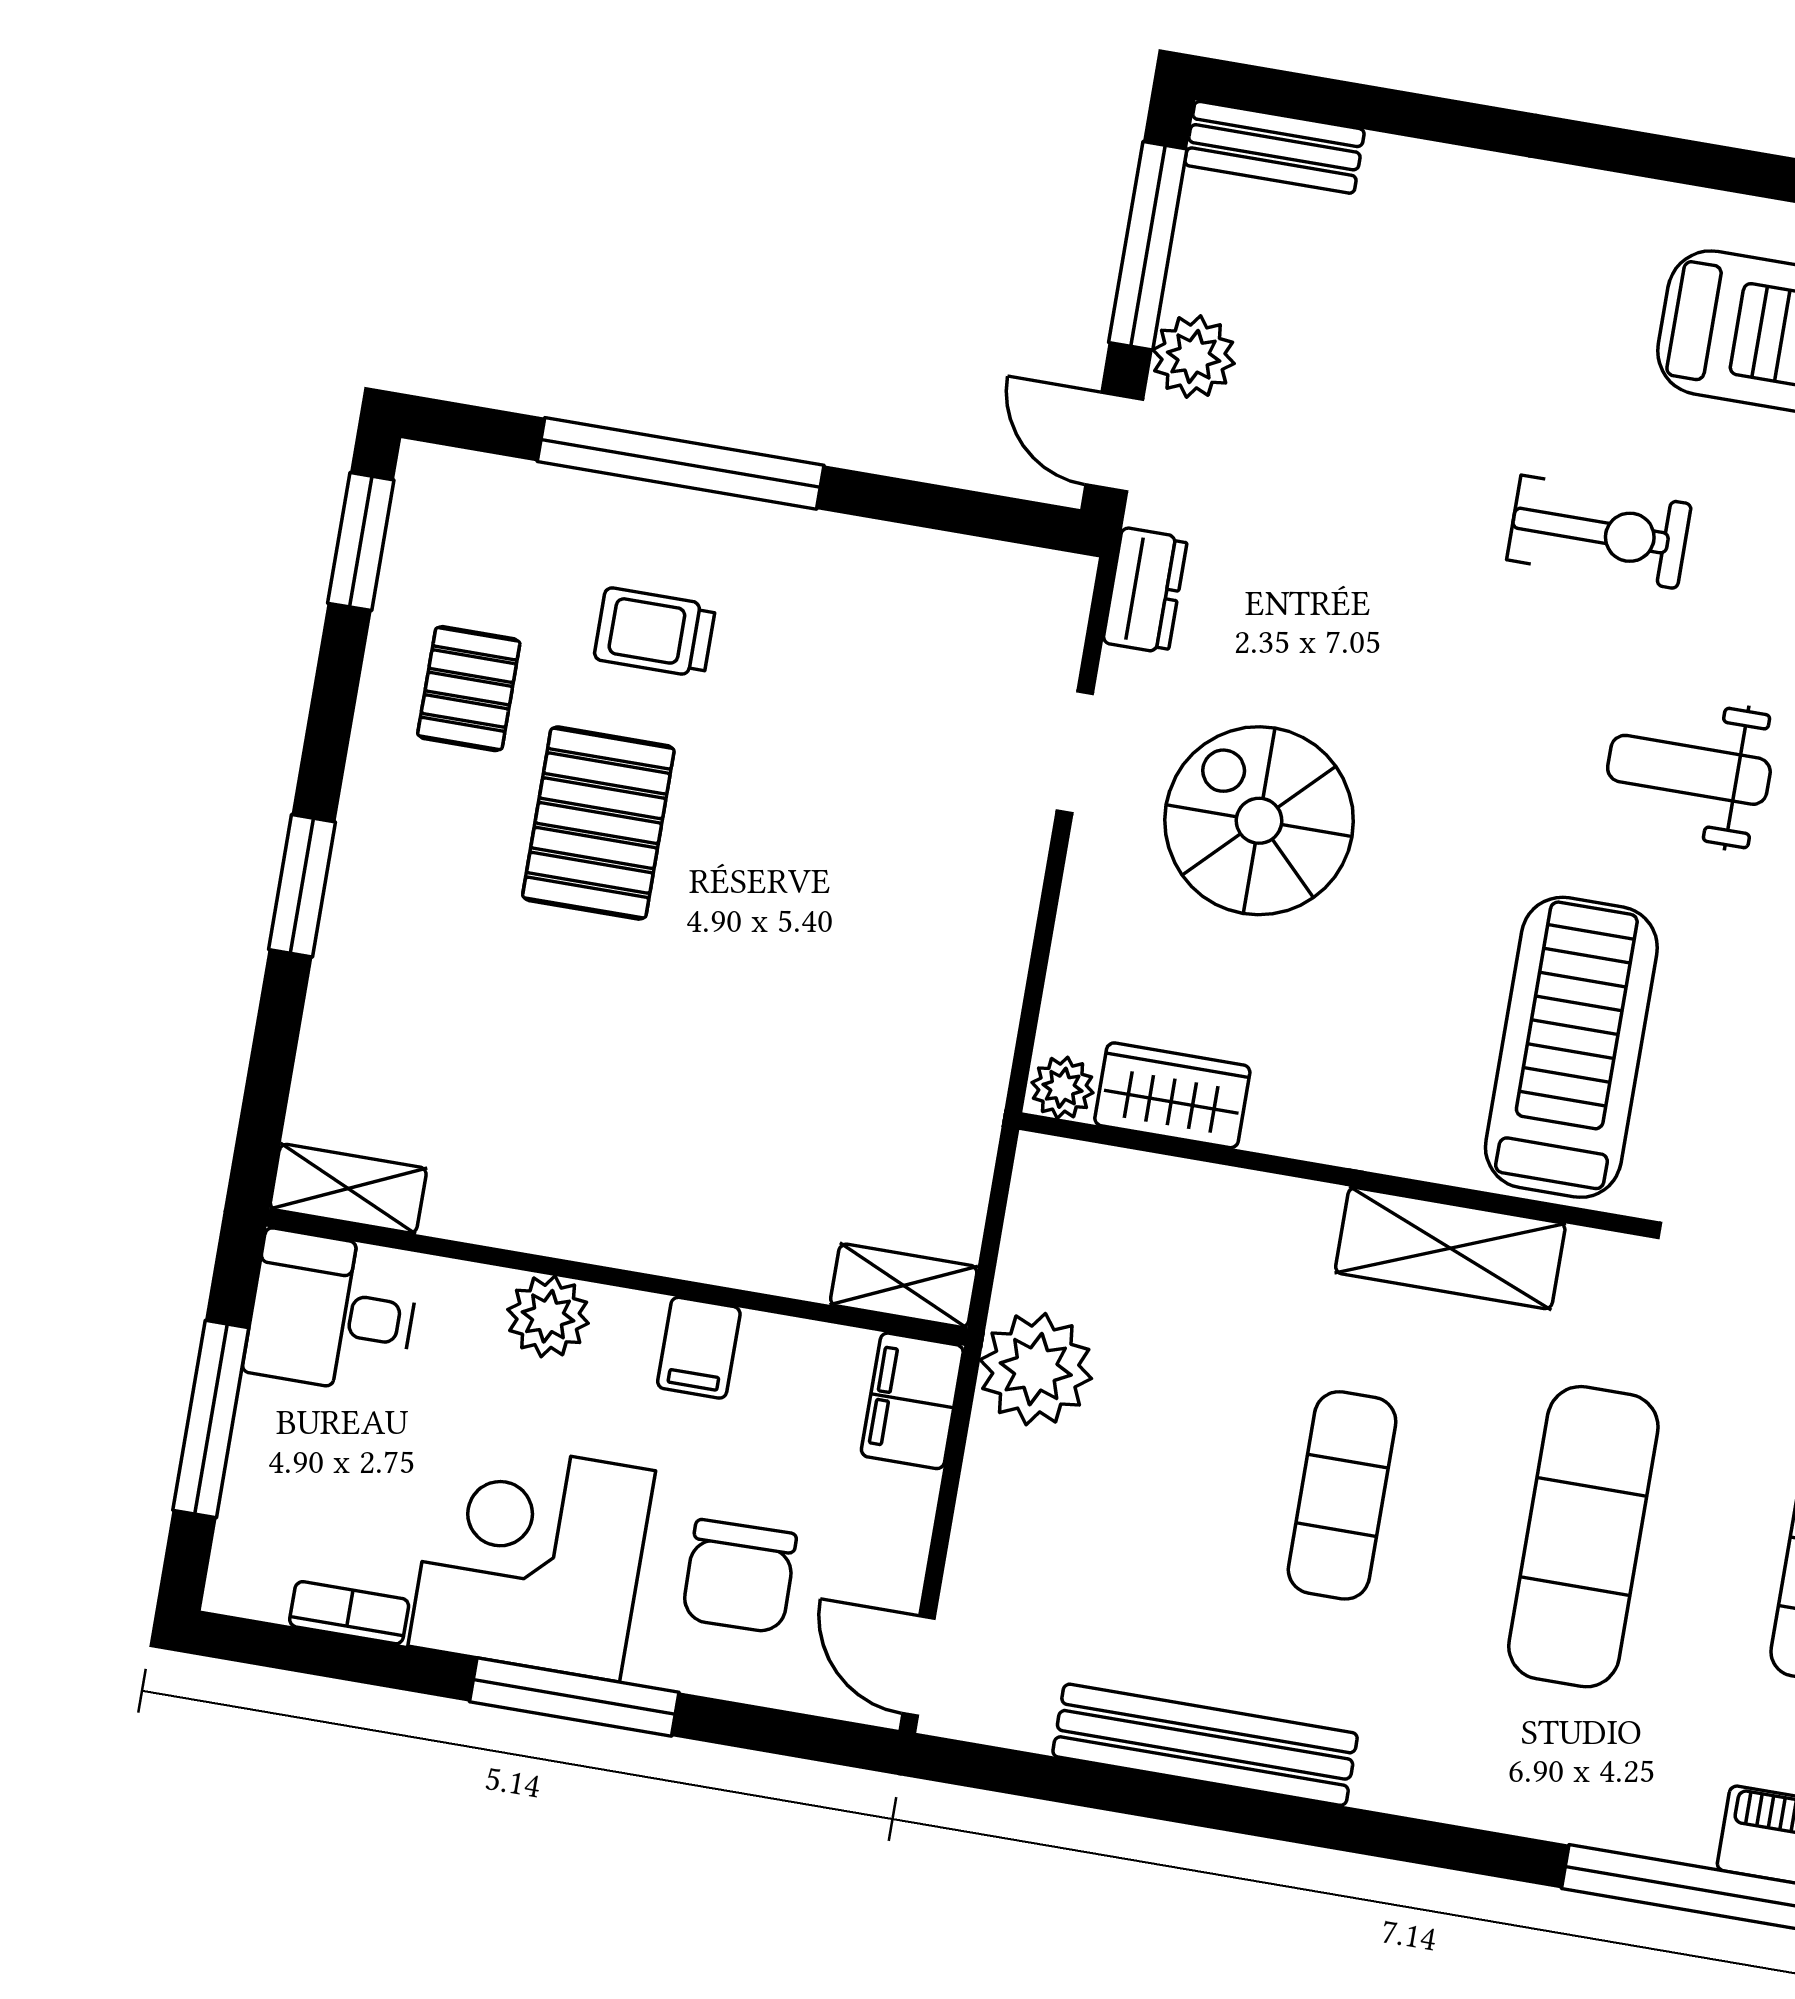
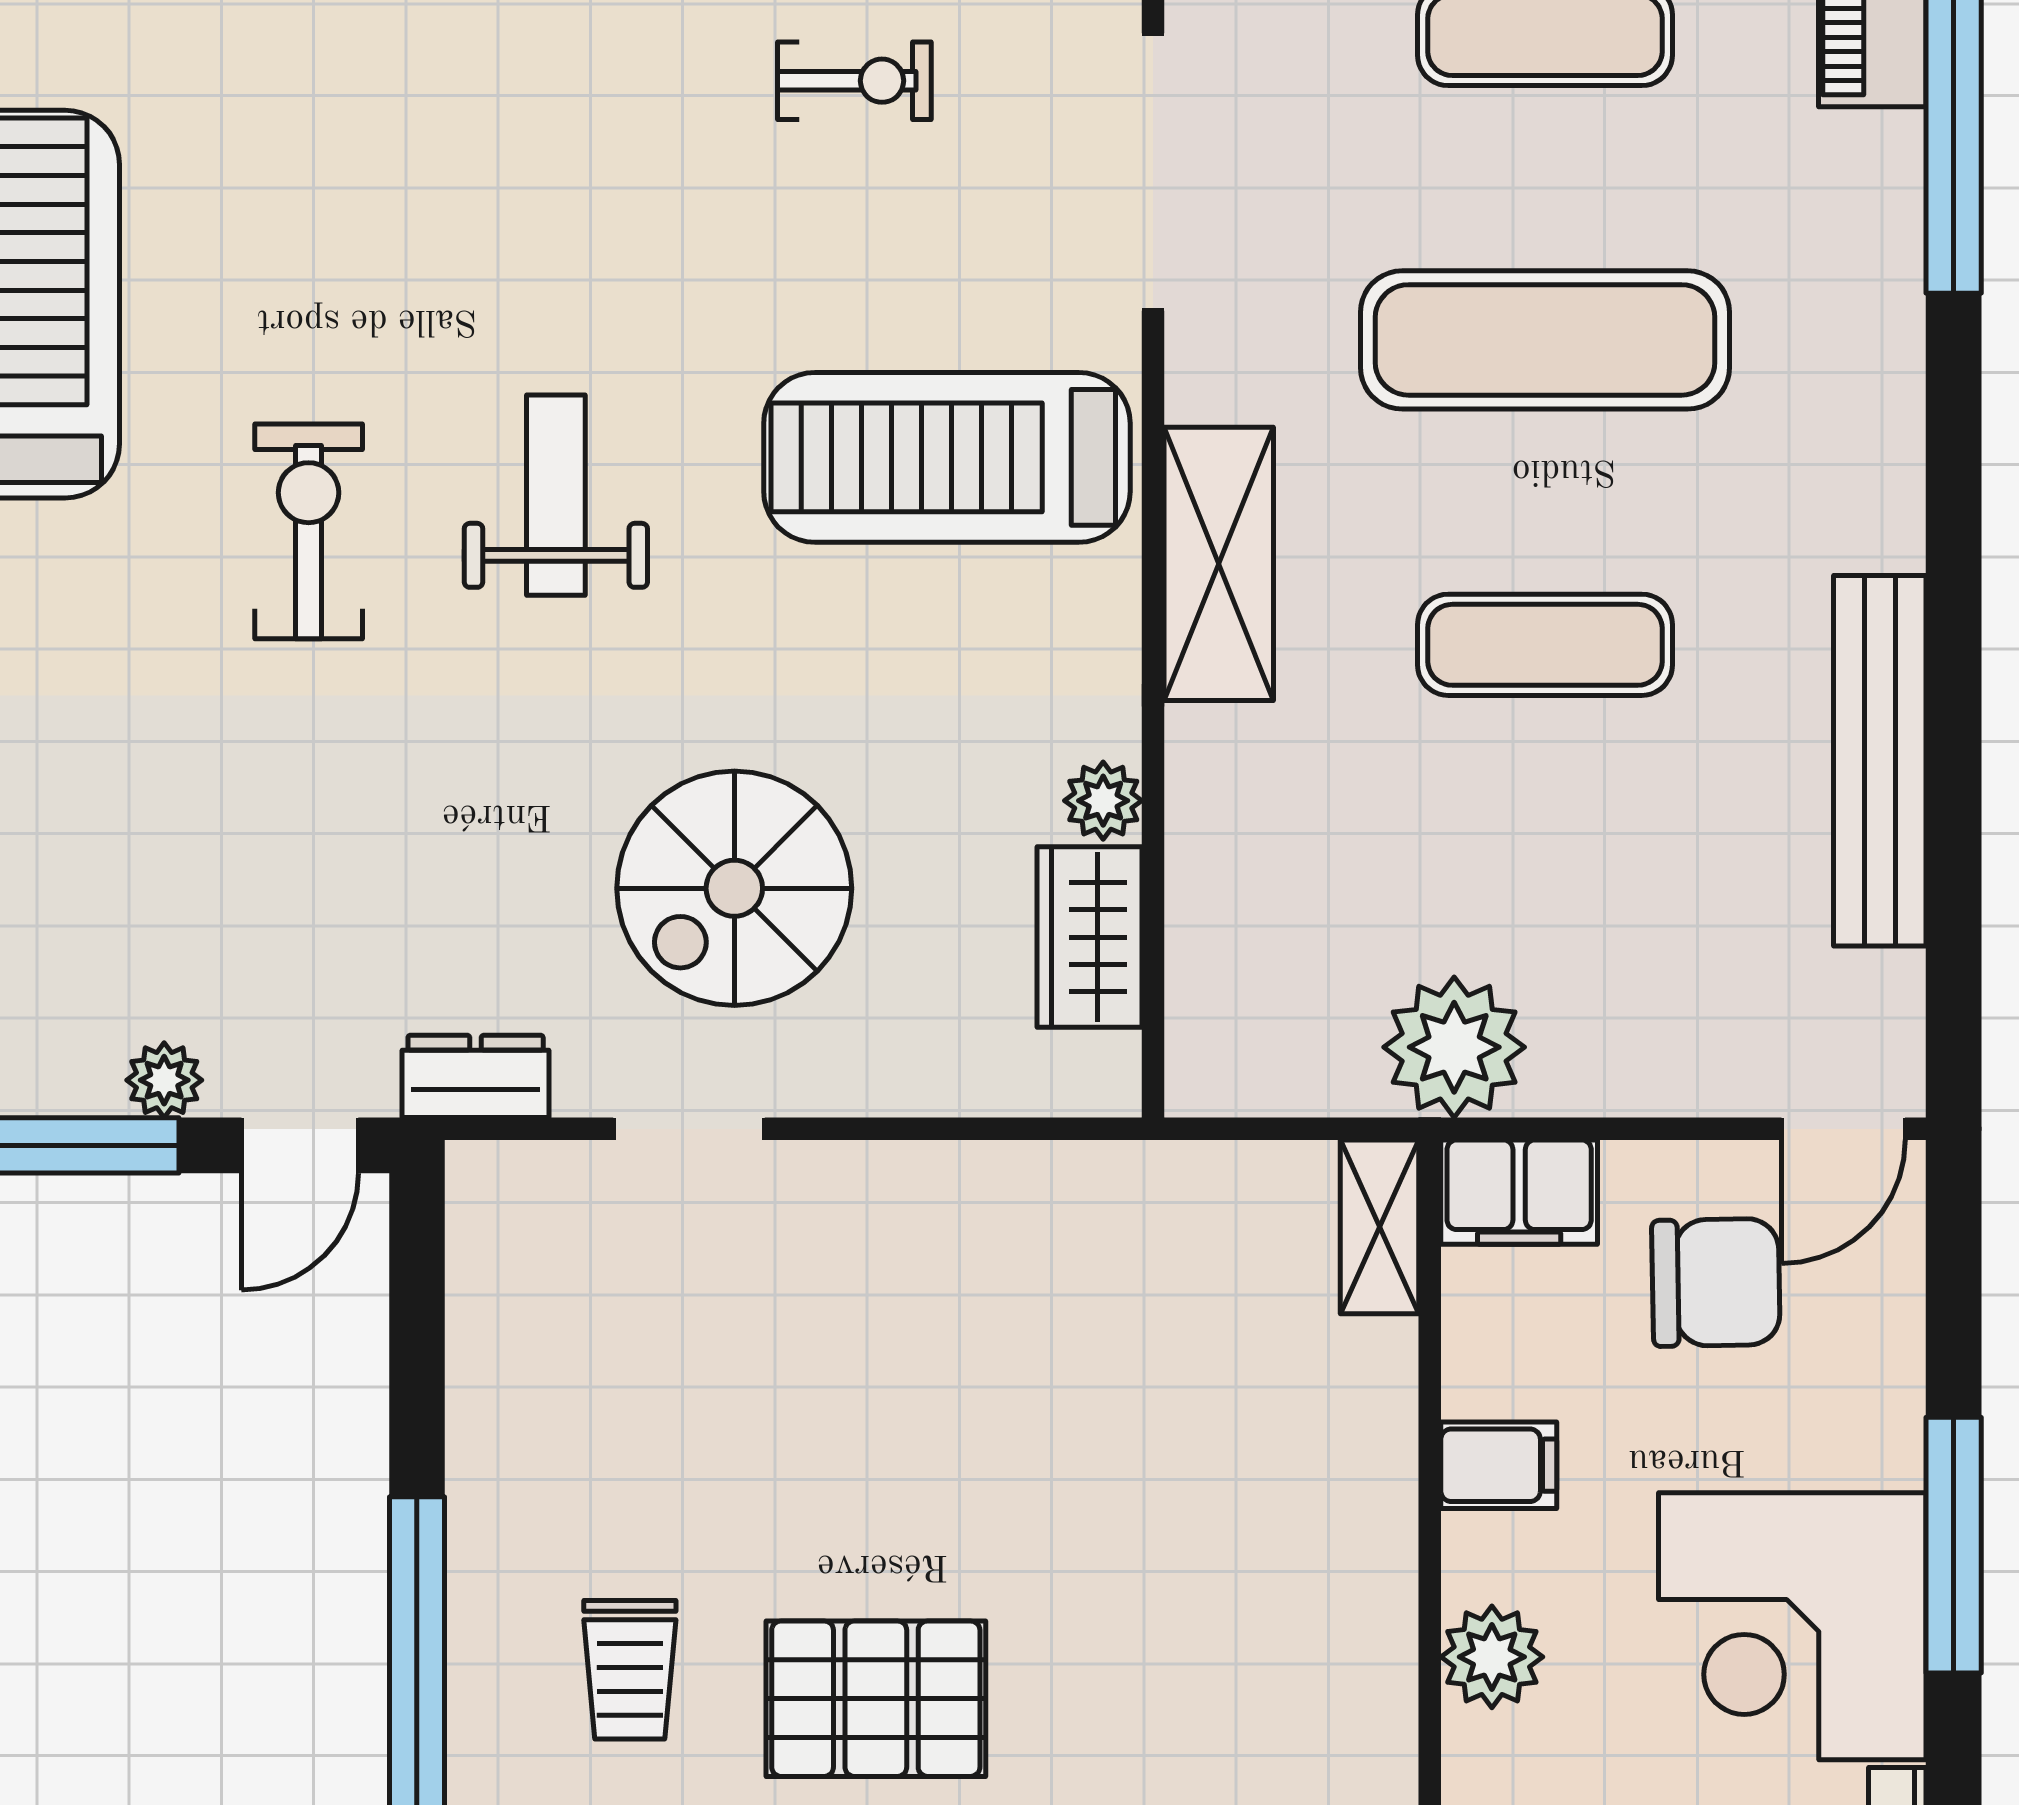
plant: (1194, 357) -> (164, 1080), width x0.73, depth x0.73
weight bench: (1689, 770) -> (556, 495), moved, turned 180
plant: (1063, 1088) -> (1103, 801), moved
chair: (739, 1576) -> (1716, 1282), moved

